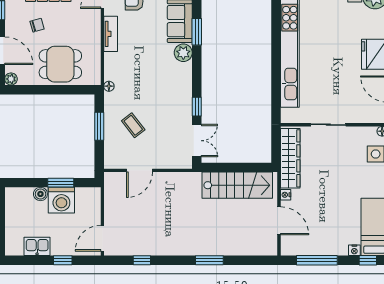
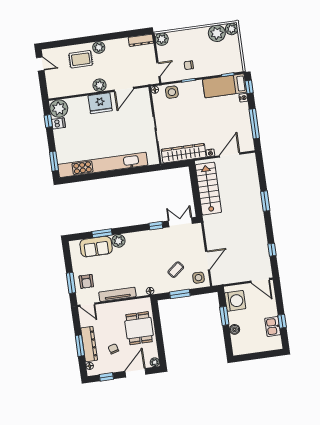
tv unit: (111, 34) -> (117, 294), width x1.41
side table: (118, 155) -> (198, 278), added
door: (140, 170) -> (208, 260), hinge flipped
washing machine: (61, 200) -> (235, 301), moved
window: (63, 260) -> (282, 321), moved

